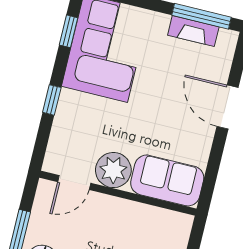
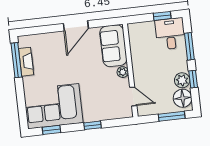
door: (228, 107) -> (76, 26), moved
plant: (113, 170) -> (123, 72), width x0.53, depth x0.53

